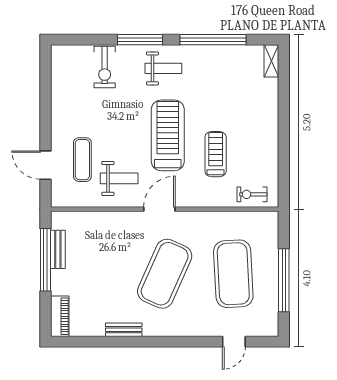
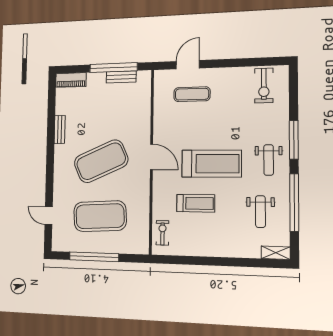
exercise bike: (105, 67) -> (264, 86), moved, turned -90
weight bench: (119, 178) -> (260, 212), moved
exercise mat: (165, 274) -> (101, 161), turned -48

